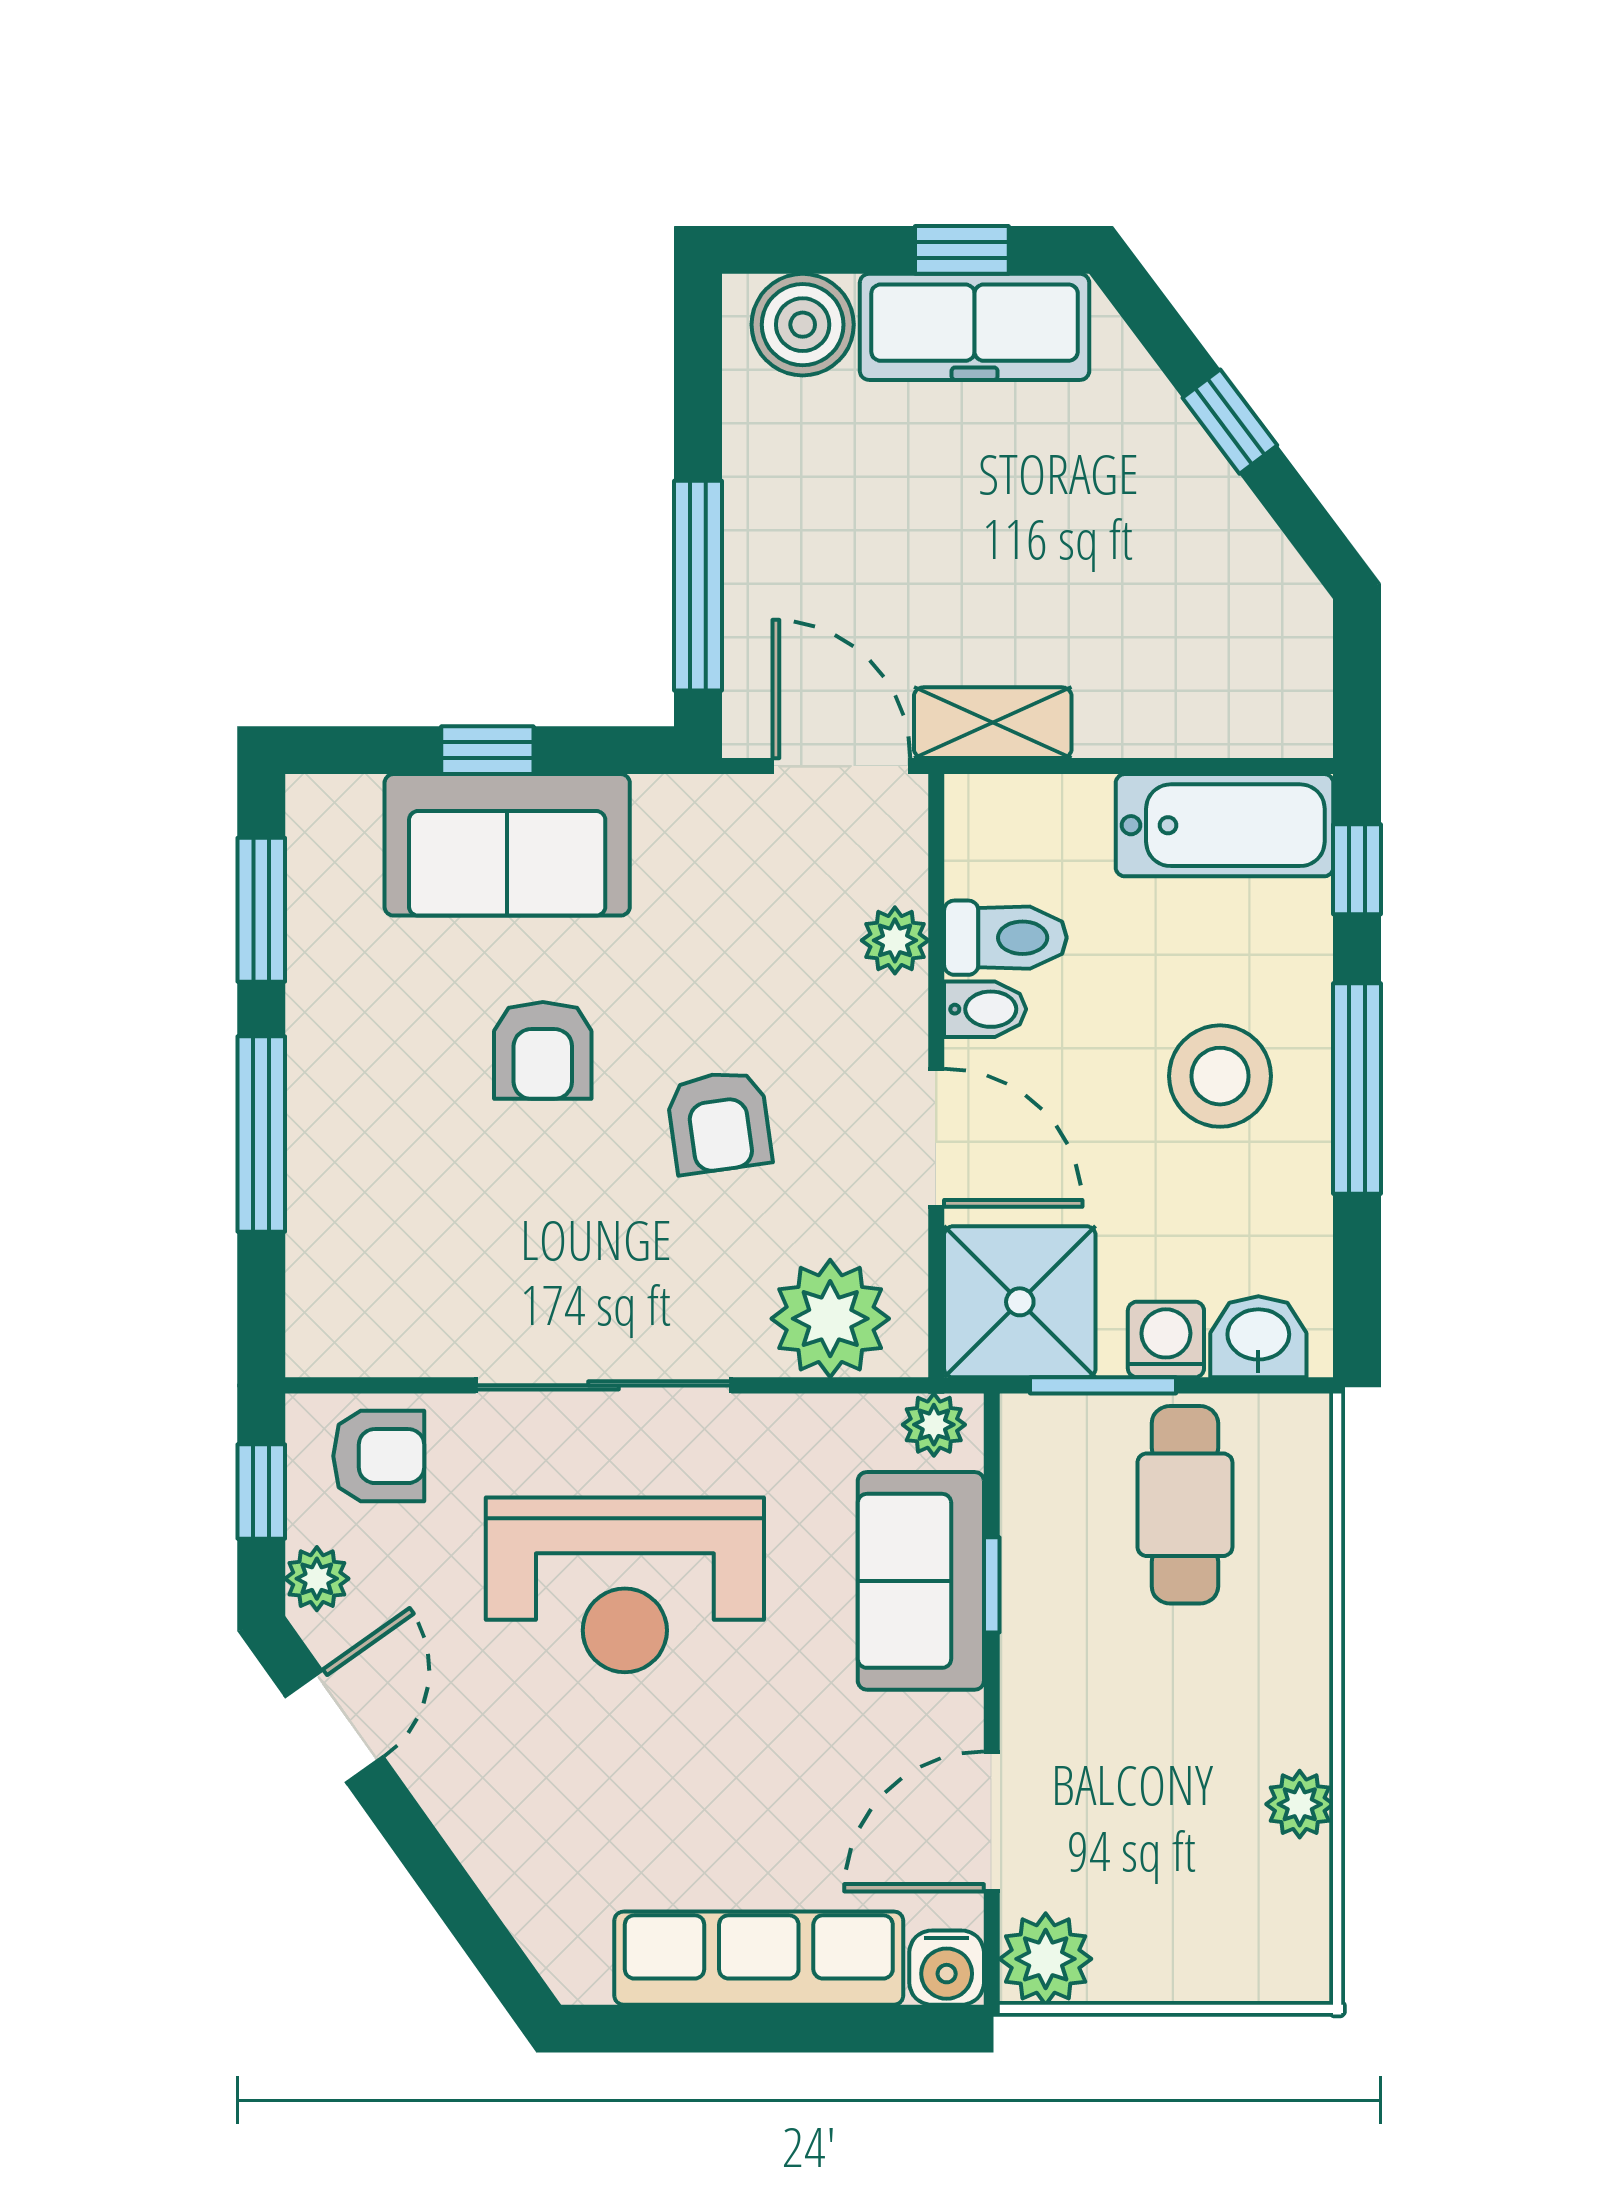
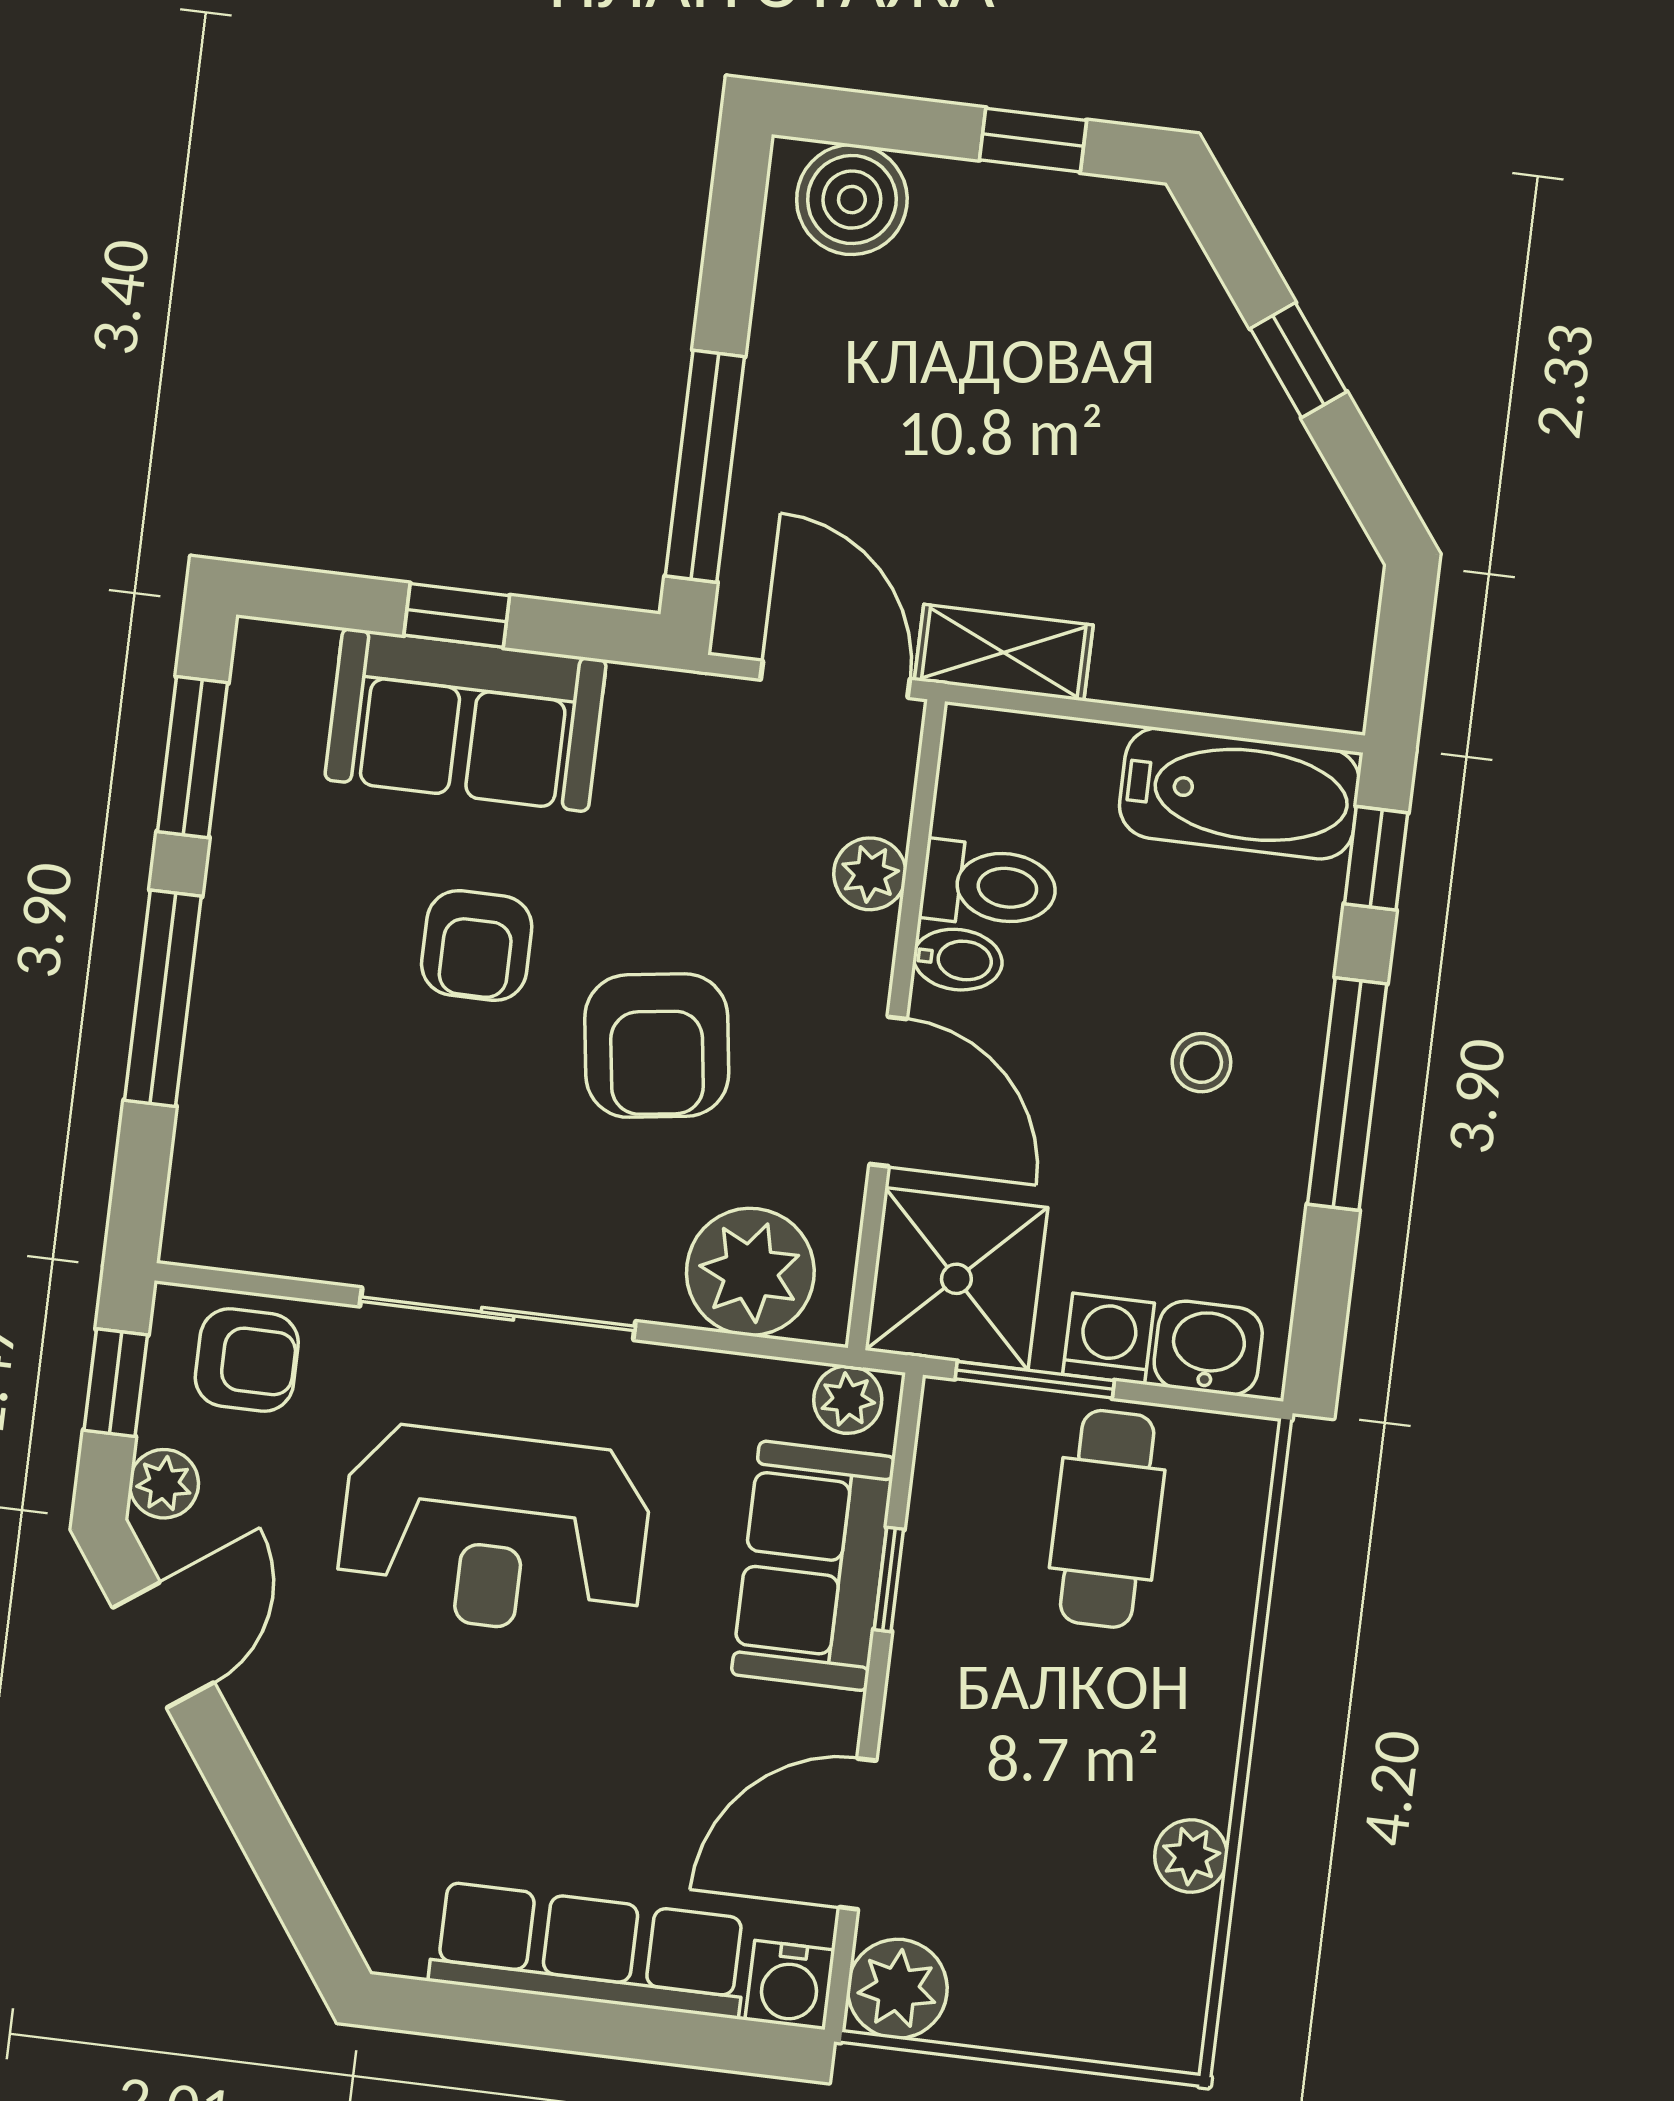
freezer: (975, 327) -> (1036, 225), removed
stool: (1220, 1076) -> (1201, 1063), width x0.53, depth x0.53
armchair: (719, 1122) -> (657, 1046), width x1.38, depth x1.38

